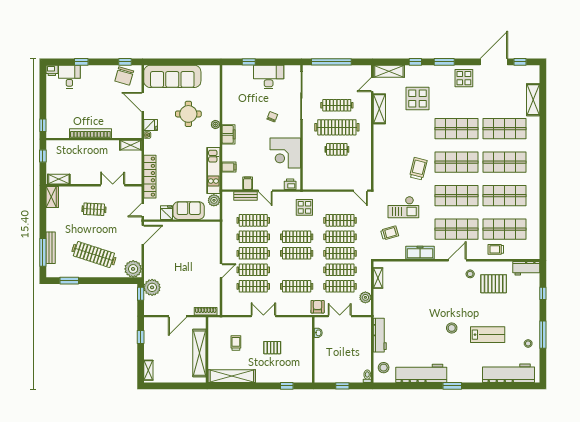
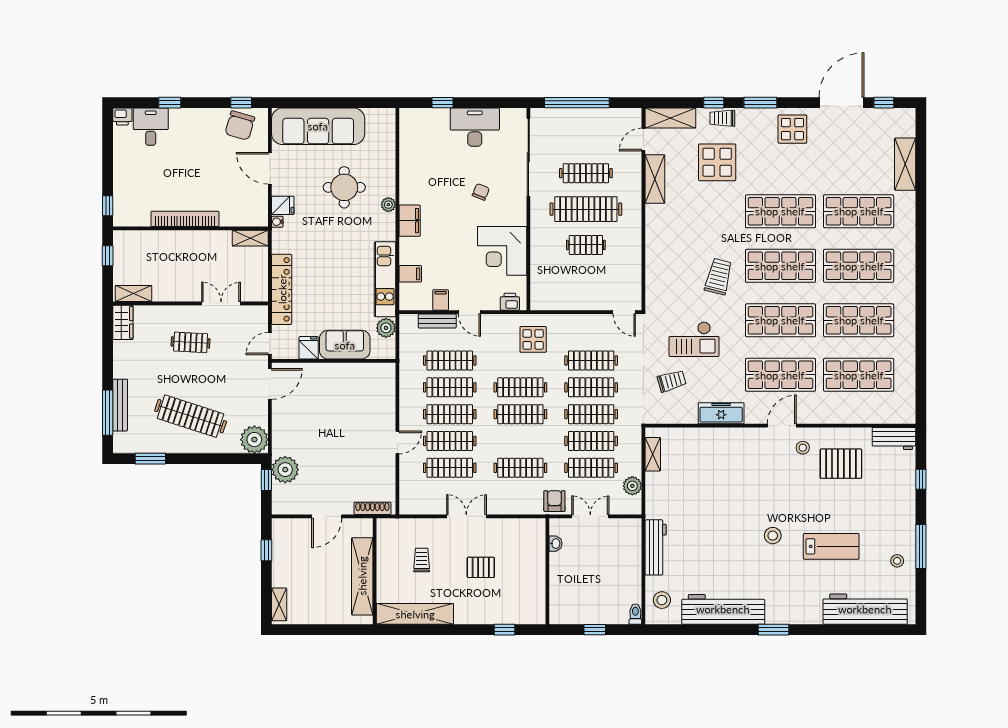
trolley: (496, 249) -> (722, 118), moved

